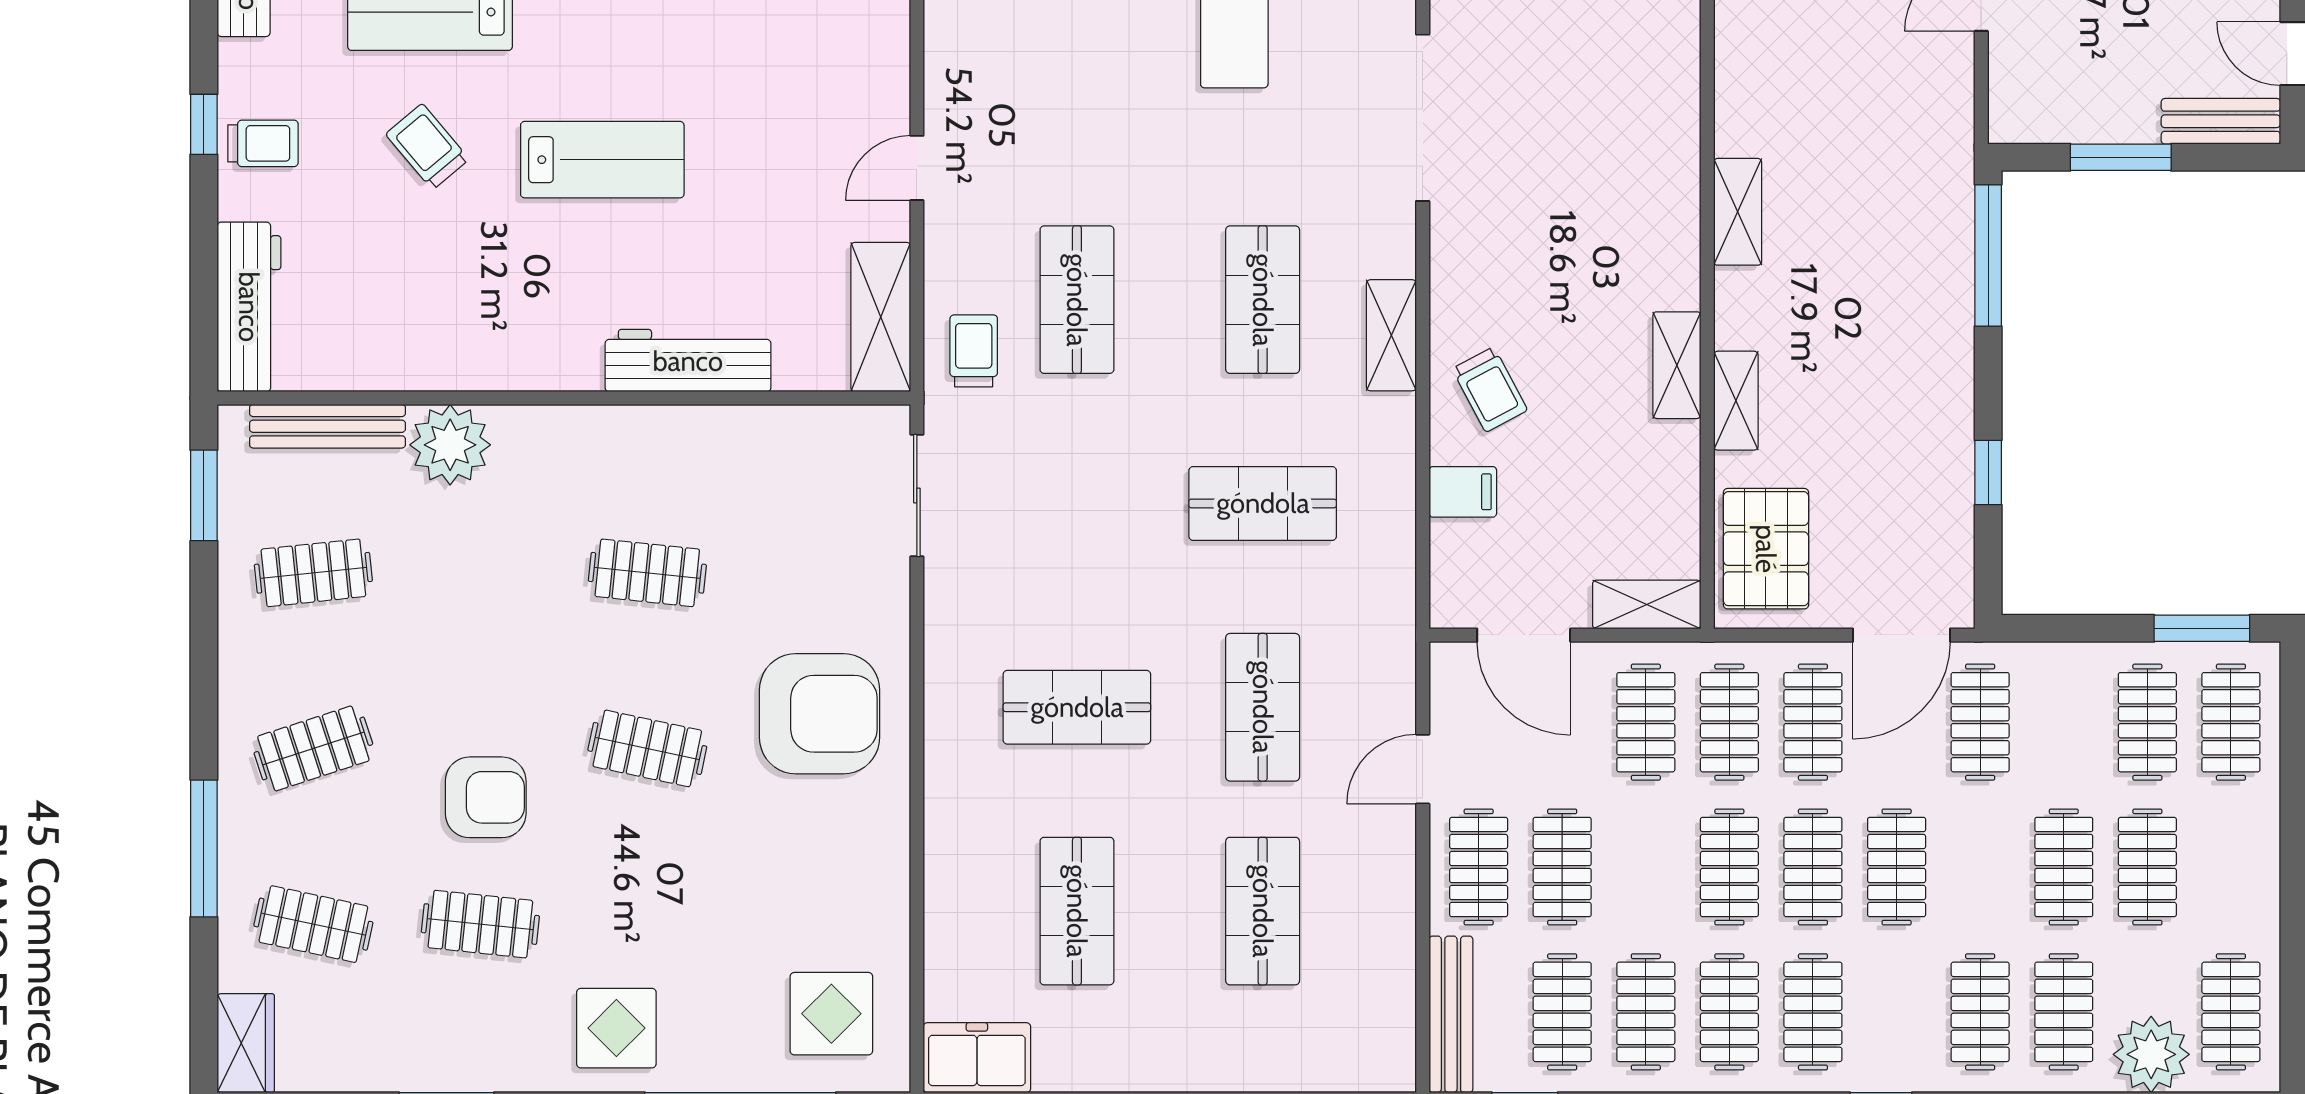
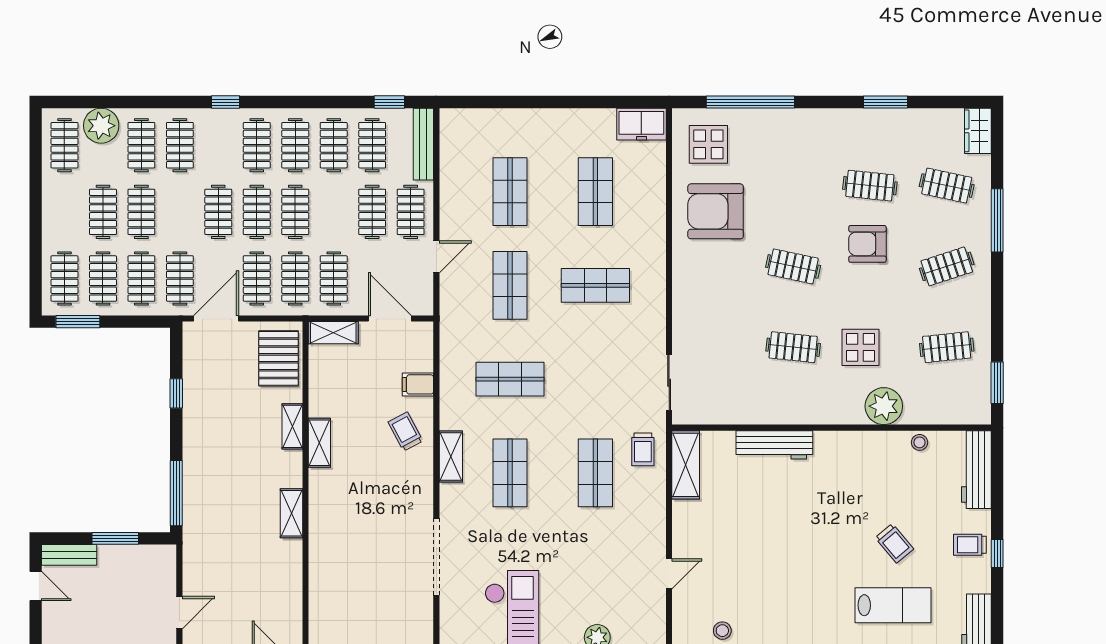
lab bench: (602, 160) -> (814, 537), removed
door: (917, 168) -> (669, 574), moved
stool: (372, 366) -> (920, 442), added
bench: (327, 426) -> (940, 415), removed
armchair: (820, 714) -> (716, 211), moved
clothes rail: (2064, 722) -> (141, 279), added
display table: (616, 1028) -> (861, 347), moved

